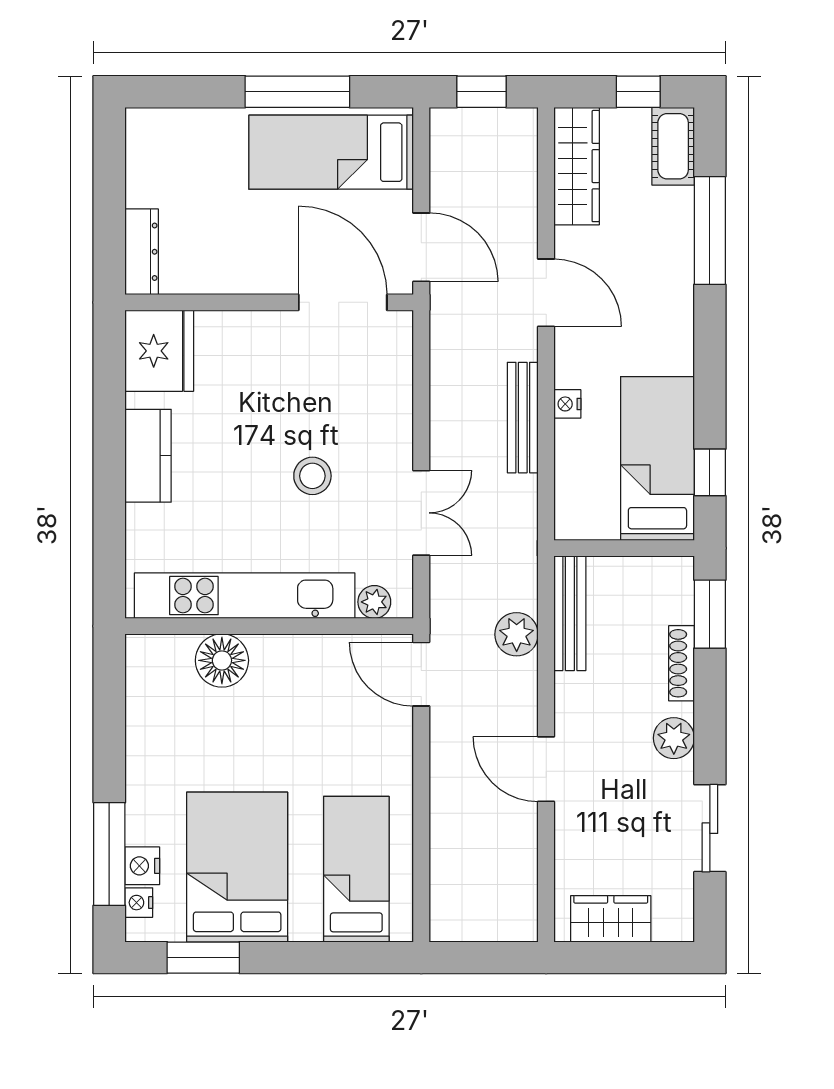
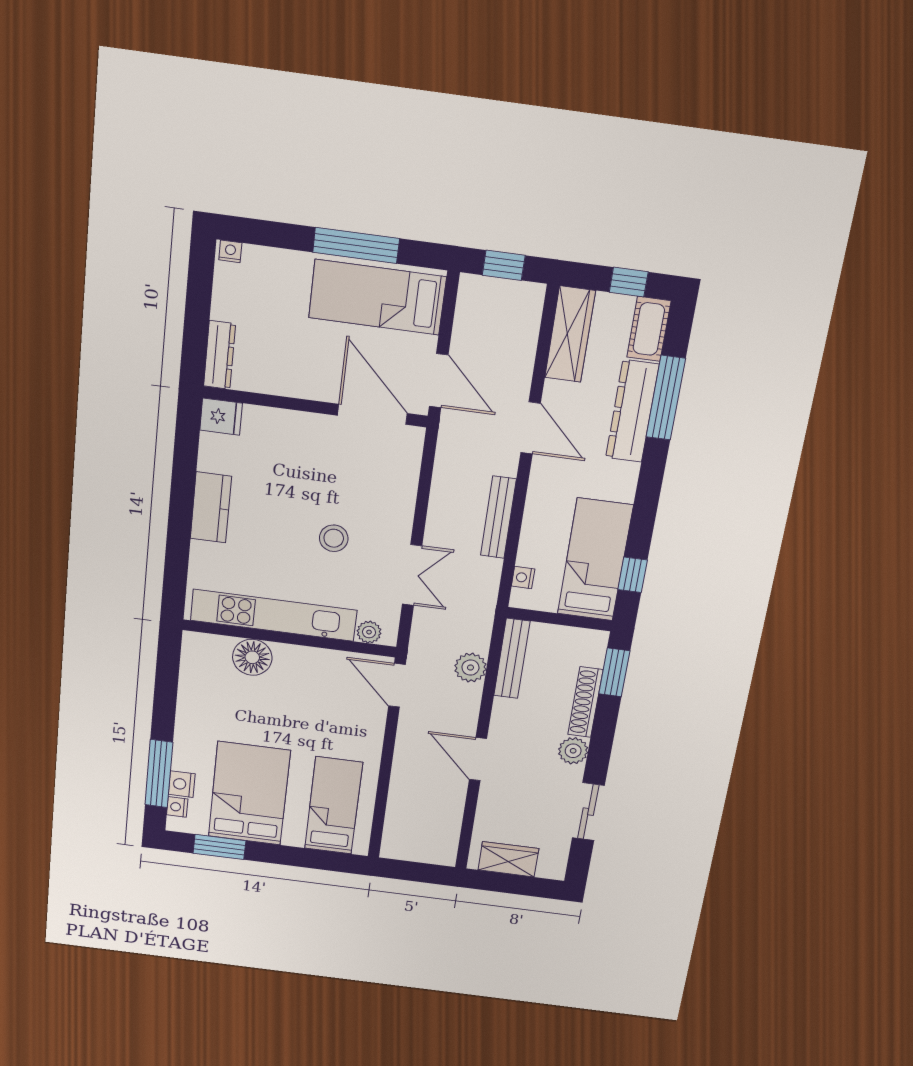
nightstand: (143, 120) -> (230, 251), added
dresser: (671, 253) -> (632, 411), added
fridge: (159, 351) -> (221, 417), width x0.53, depth x0.75
nightstand: (567, 404) -> (523, 578), moved
shoe rack: (681, 663) -> (585, 702), width x1.36, depth x1.24

